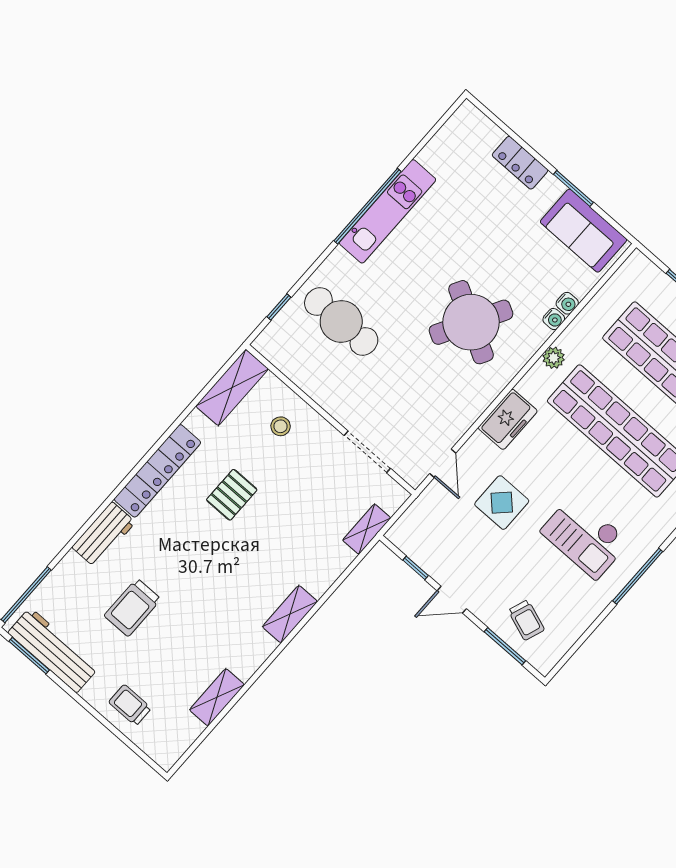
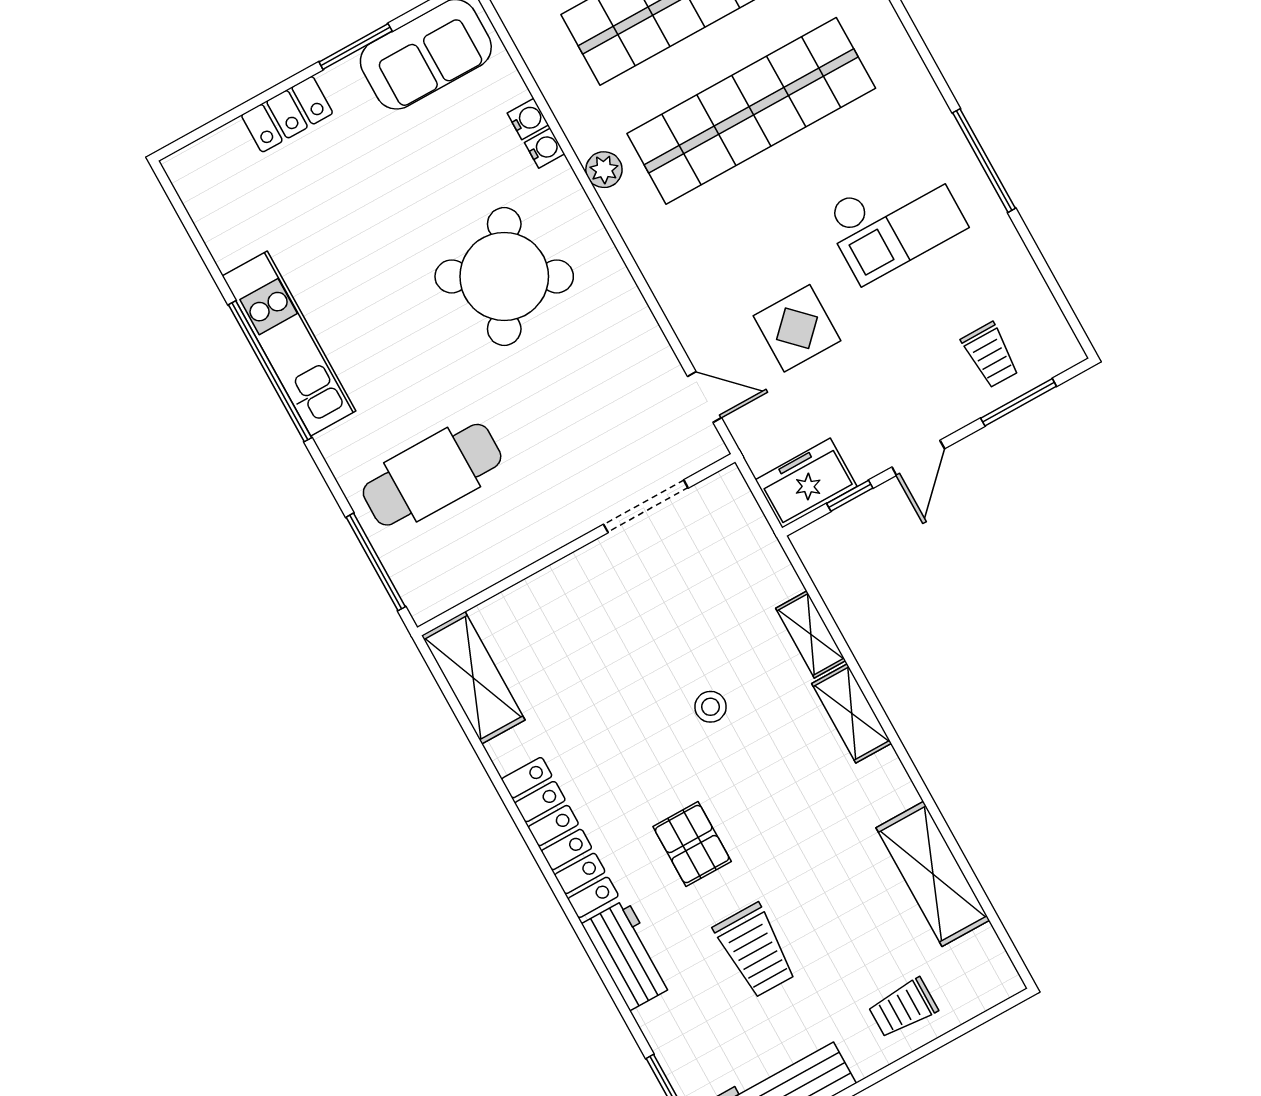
window: (279, 307) -> (376, 562), width x2.17
freezer: (508, 419) -> (806, 483), moved, turned -90
stool: (281, 426) -> (711, 707), moved
pallet: (232, 495) -> (692, 844), moved
shelving: (367, 529) -> (811, 634), moved
trolley: (526, 620) -> (990, 355), turned 70
shelving: (217, 697) -> (933, 874), width x1.50, depth x1.33

